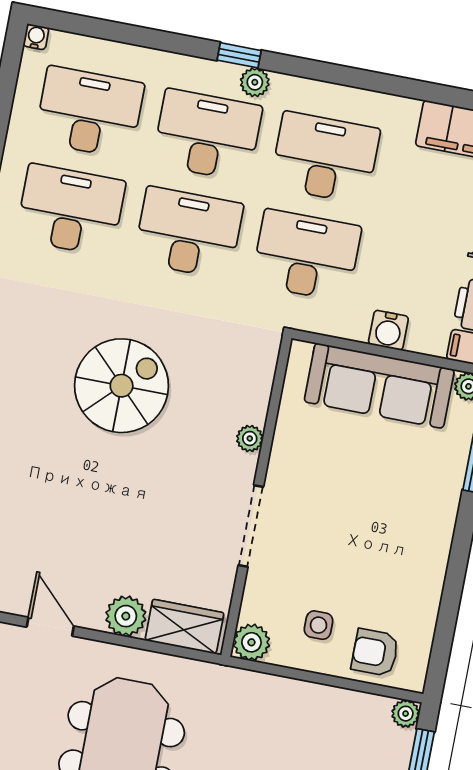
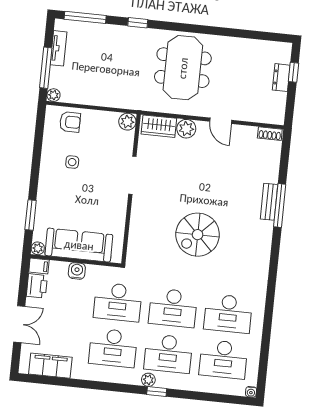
plant: (250, 438) -> (136, 215), removed
side table: (319, 625) -> (72, 162), moved

